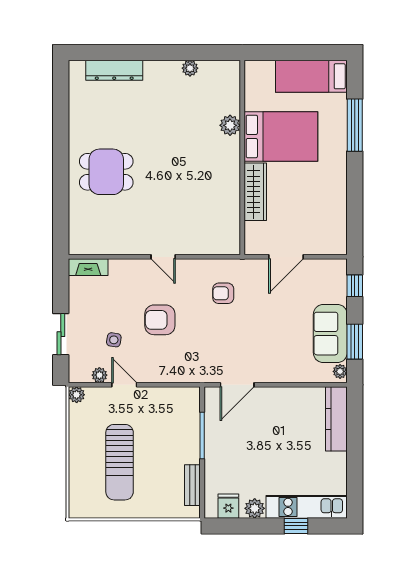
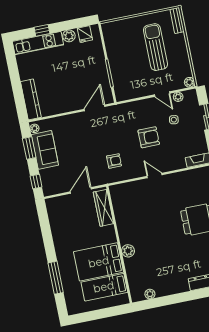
plant: (190, 68) -> (150, 294), moved
bed: (311, 76) -> (104, 287), moved, turned 180
plant: (230, 125) -> (128, 251), moved
wardrobe: (255, 192) -> (104, 208), moved
bench: (192, 485) -> (177, 20), moved

